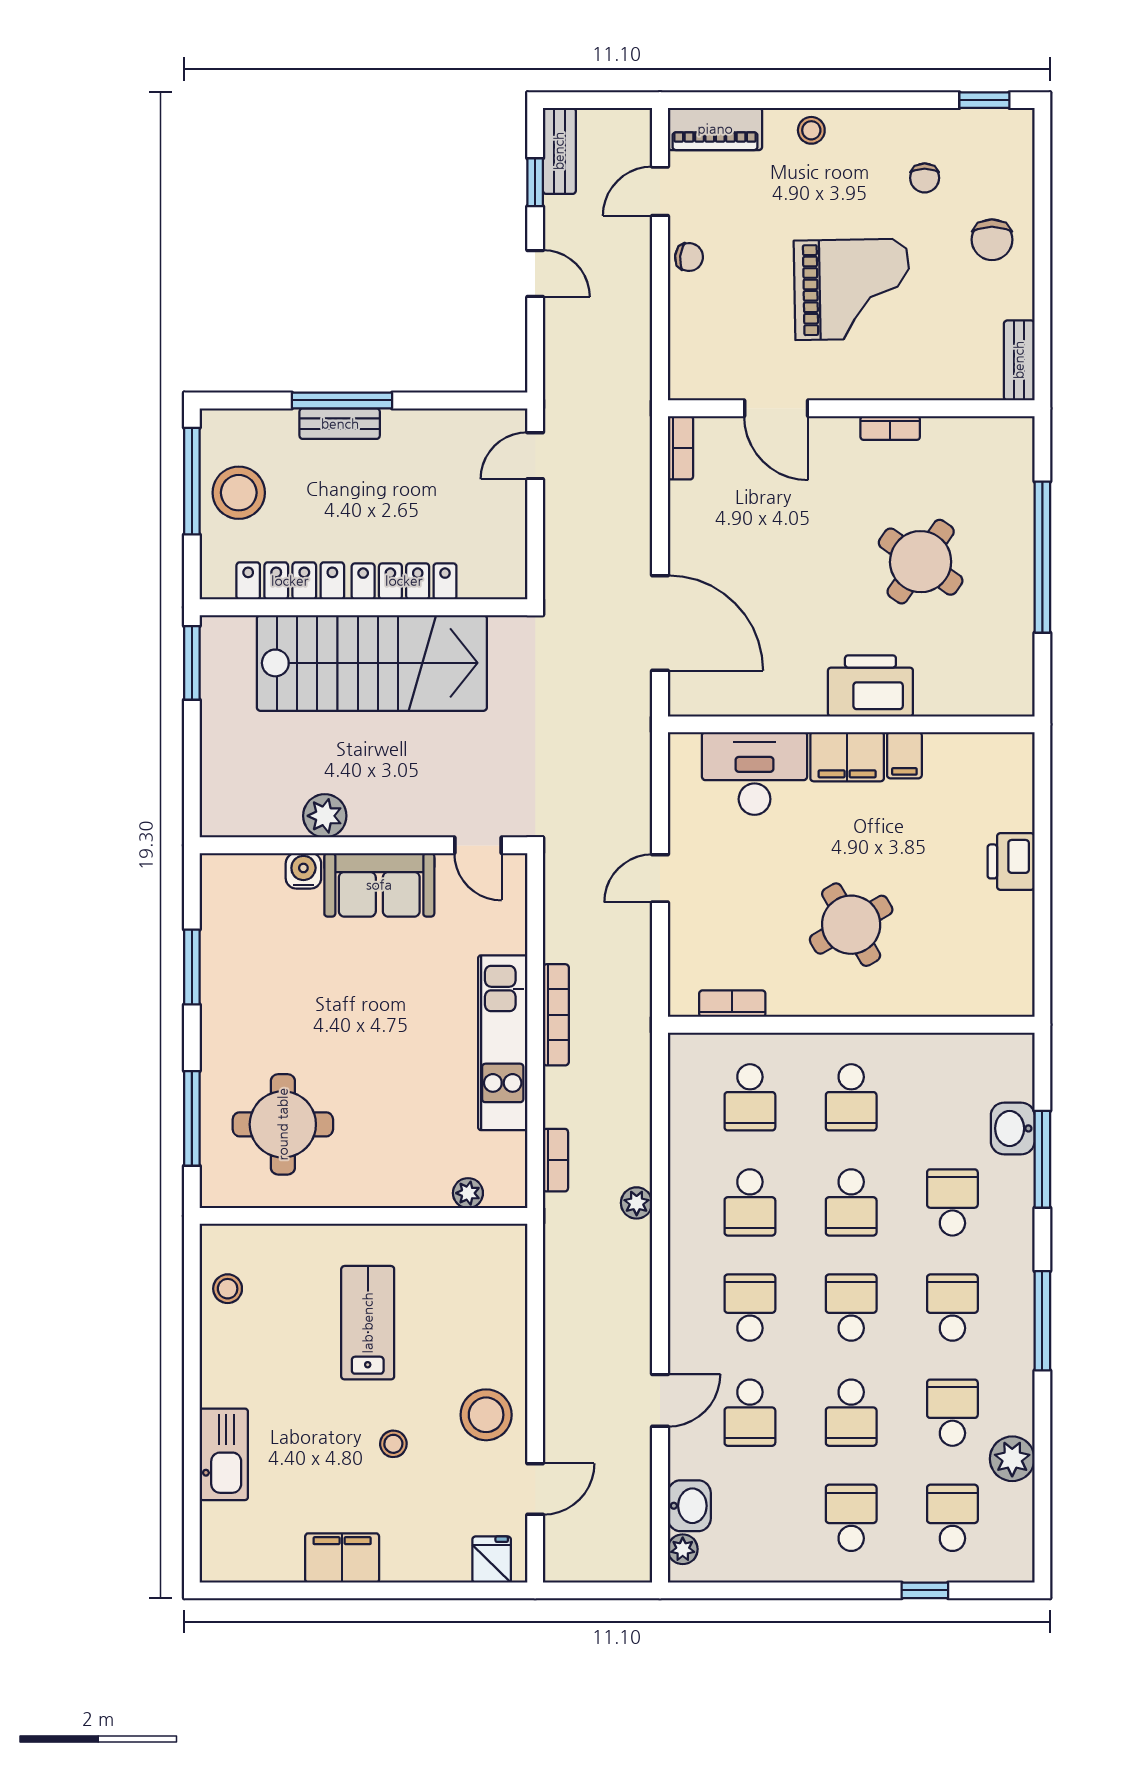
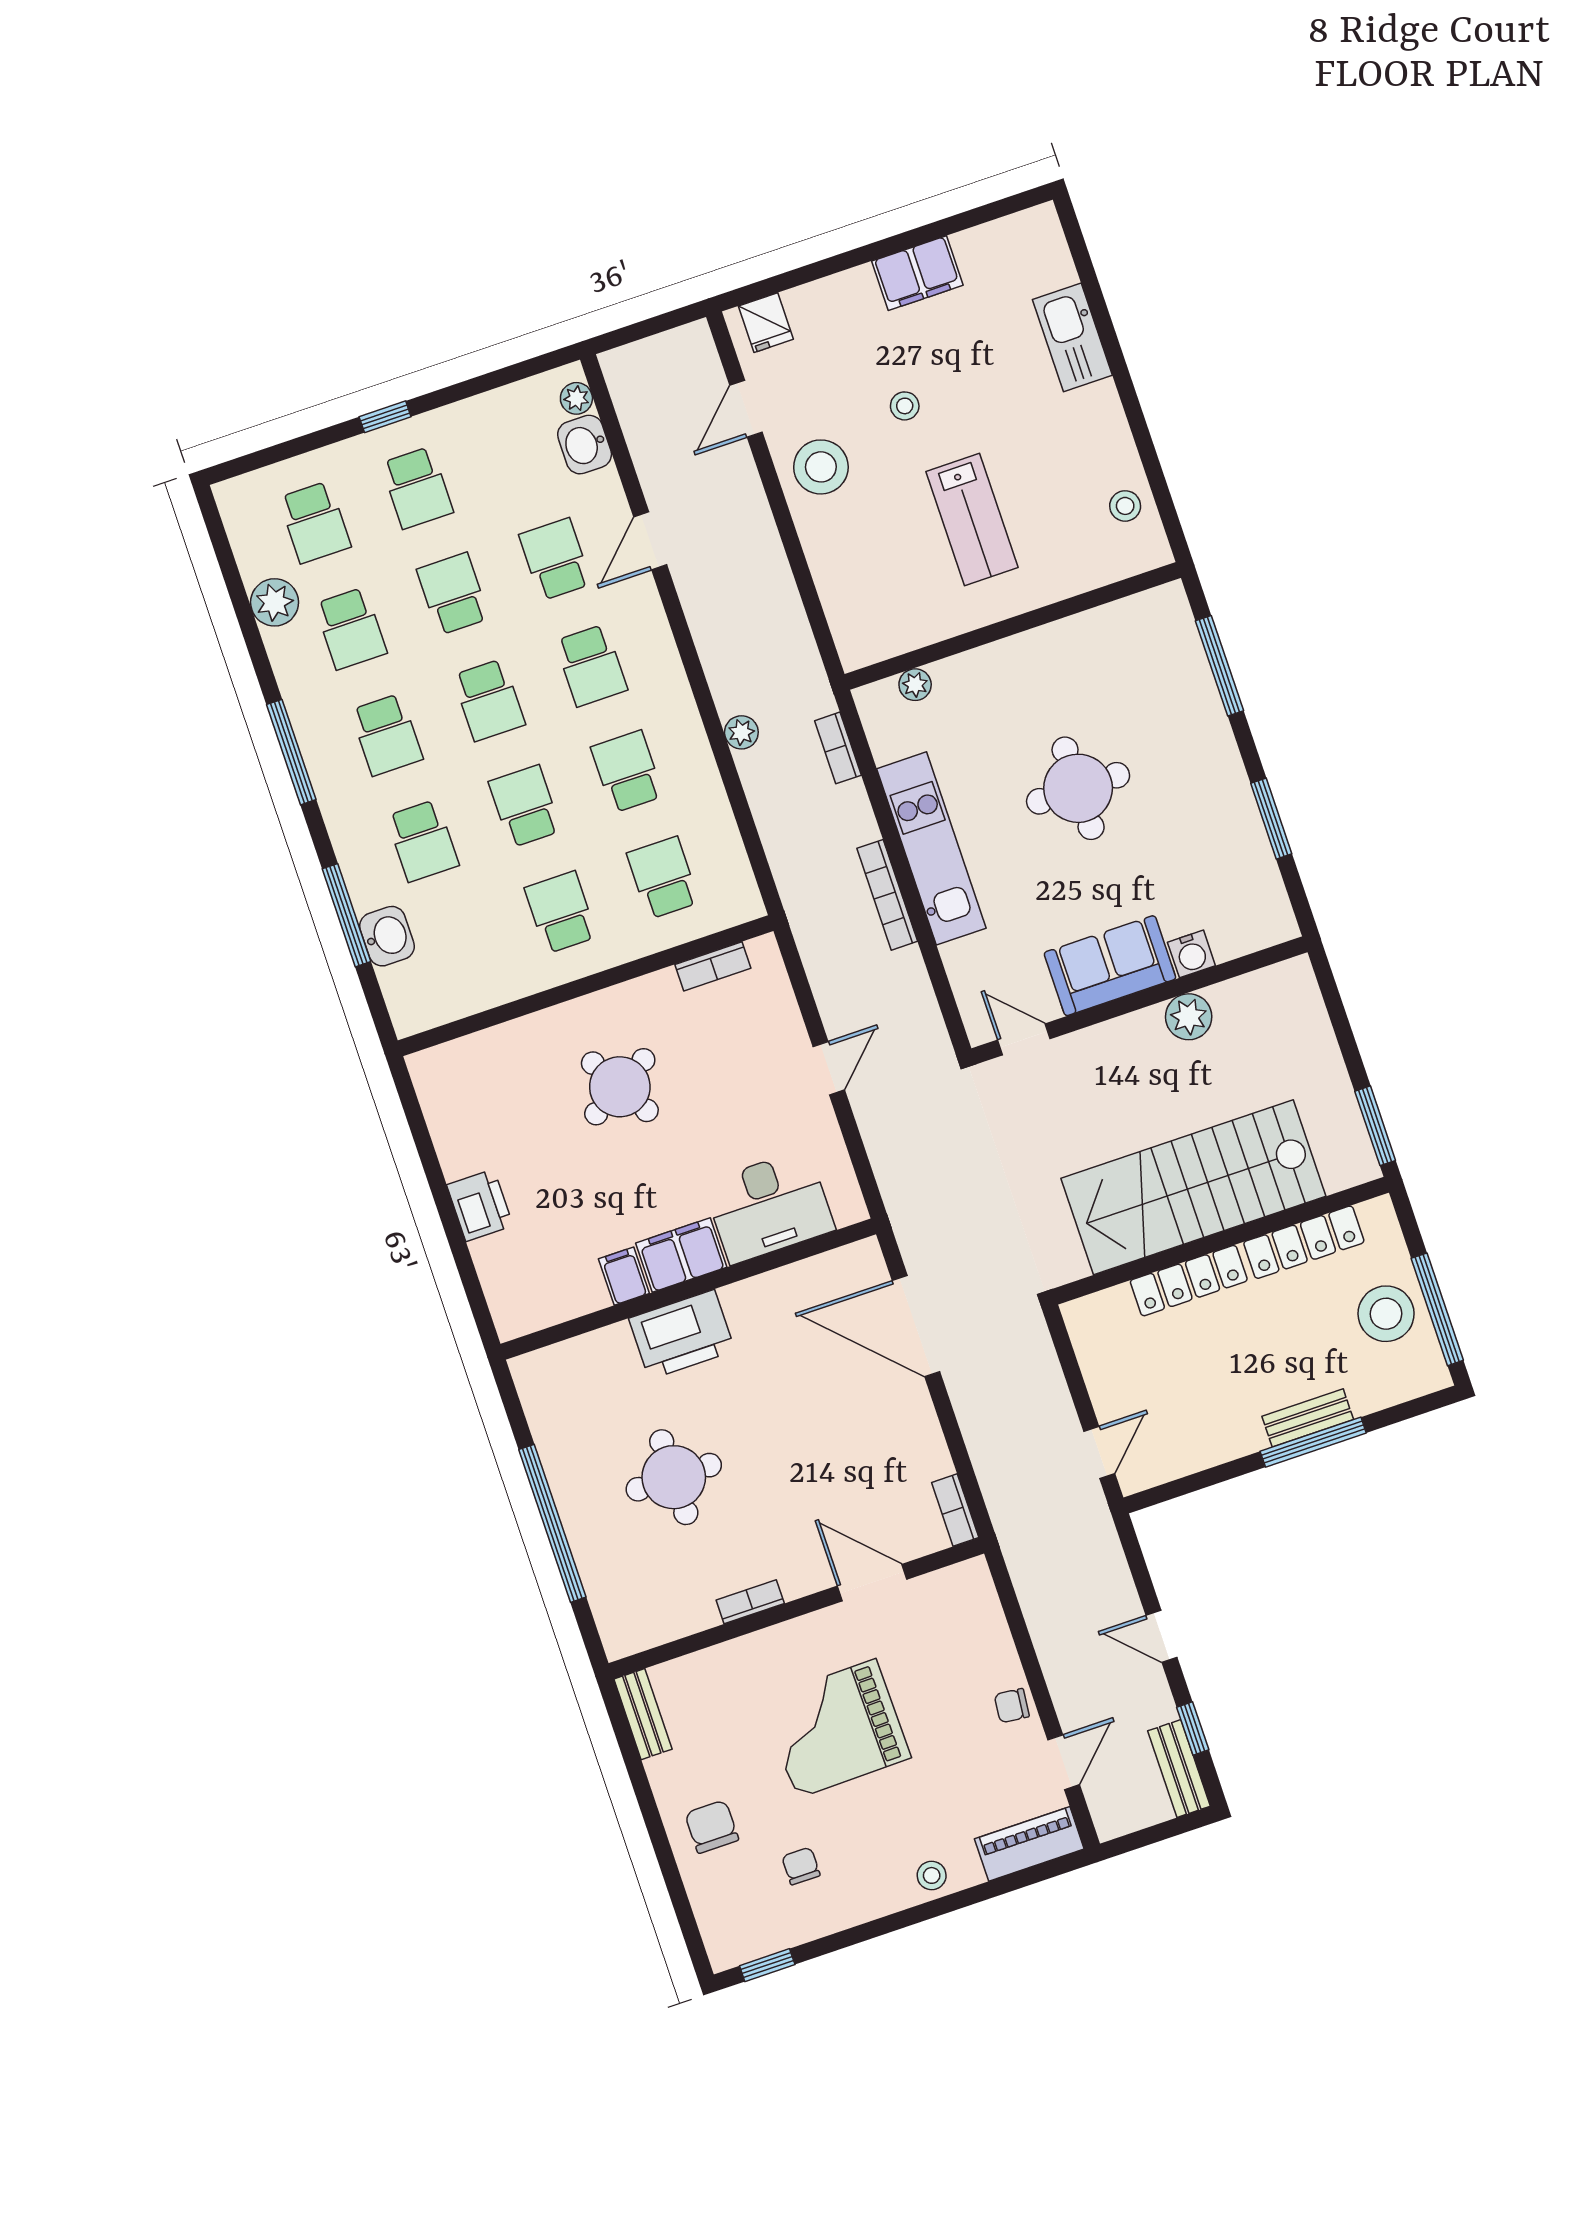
round table: (921, 562) -> (674, 1477), turned -35
round table: (283, 1124) -> (1078, 788), moved
window: (925, 1590) -> (385, 417), moved

